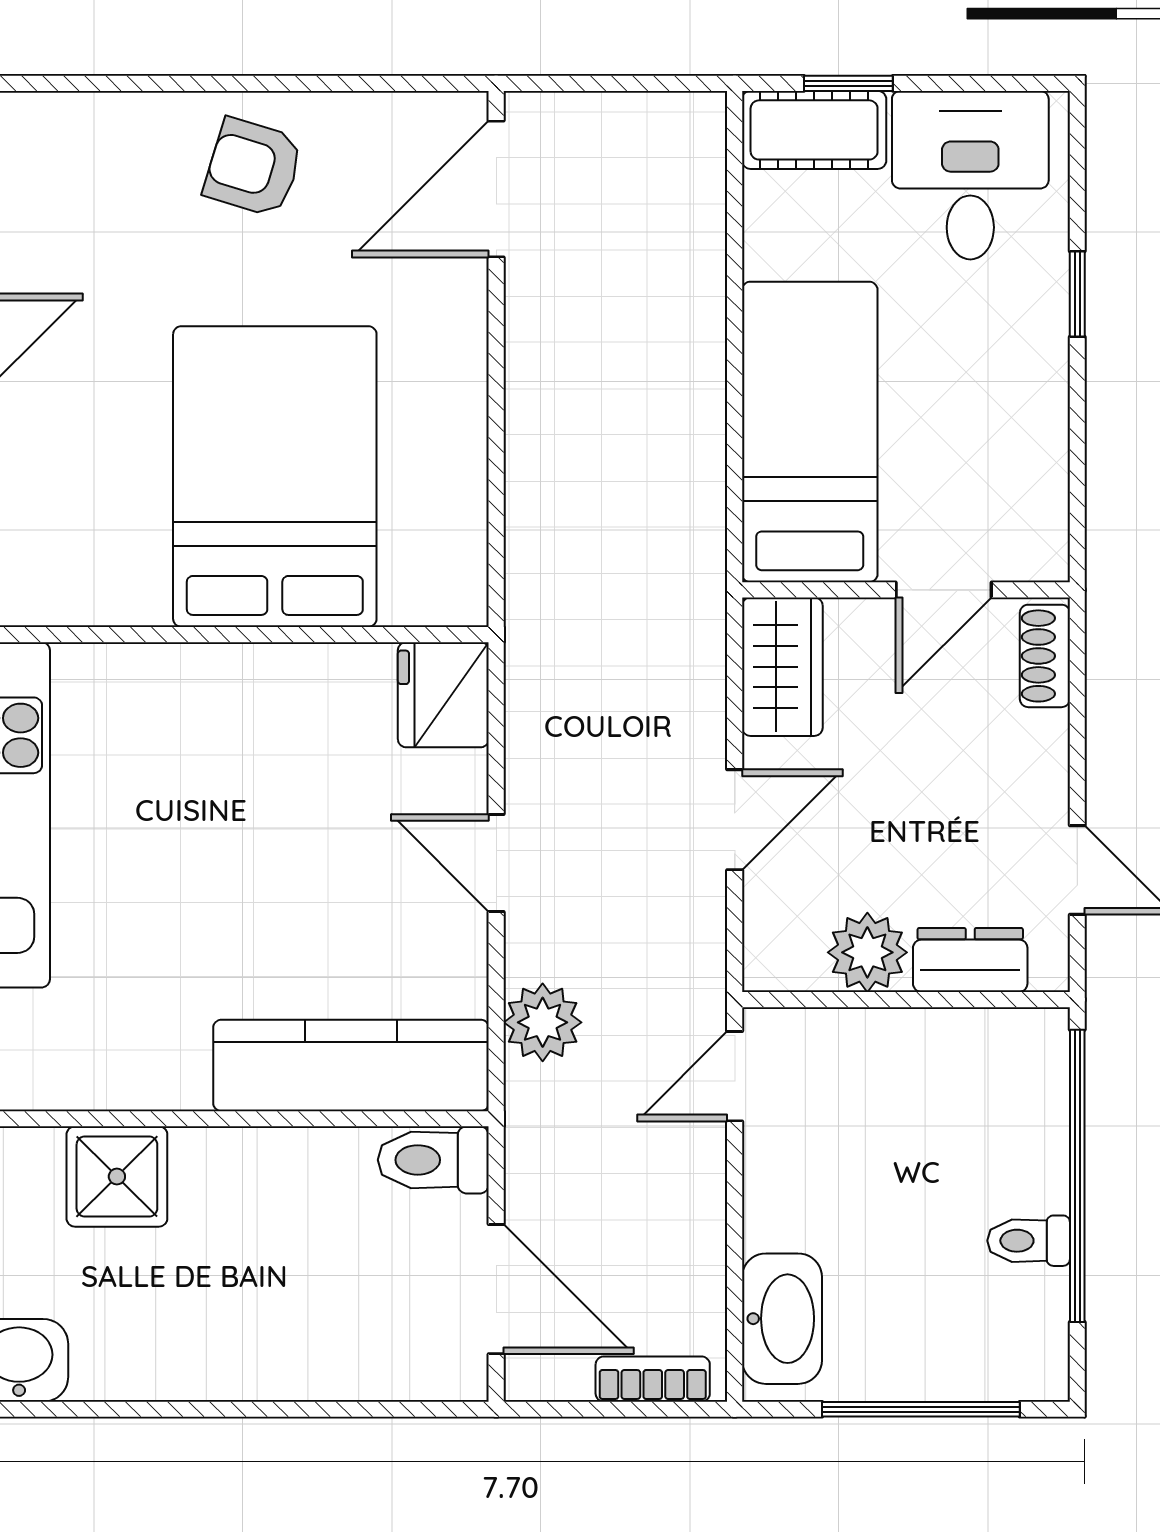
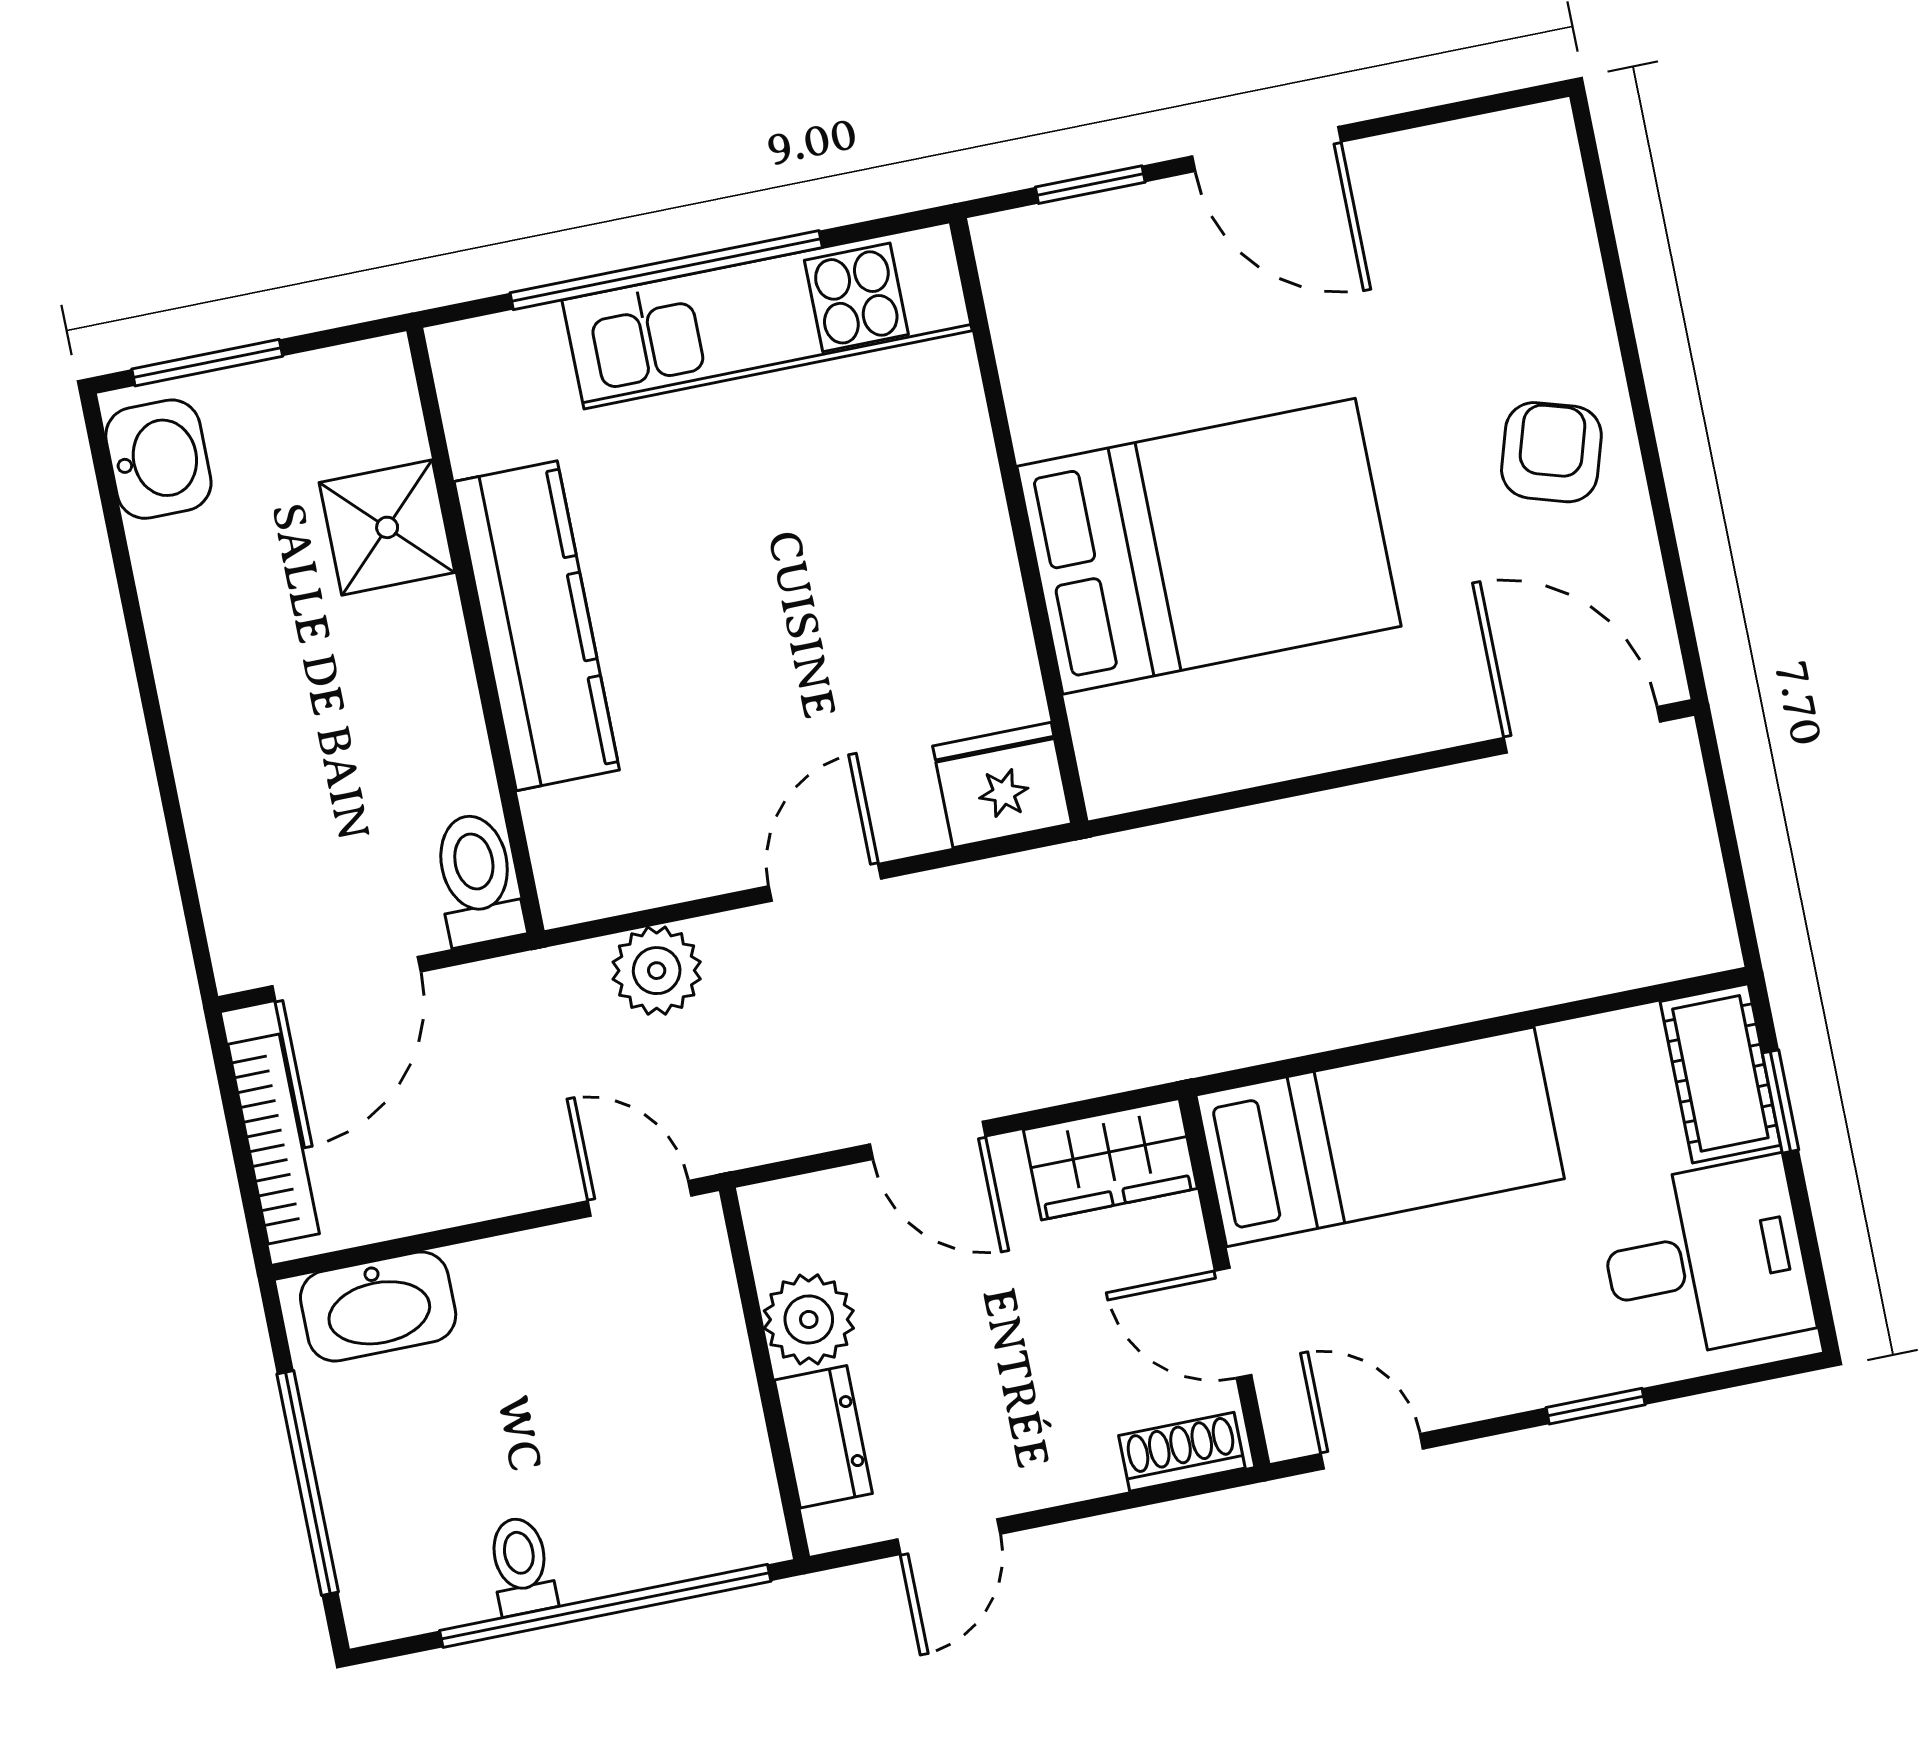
door: (1077, 493) -> (1372, 1451), added
kitchen counter: (351, 1065) -> (537, 626), moved
bookcase: (653, 1379) -> (274, 1139), width x1.56

